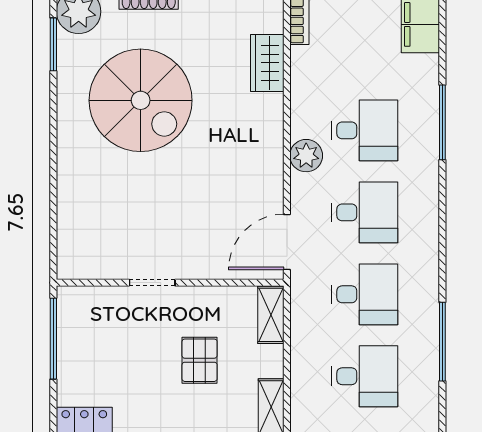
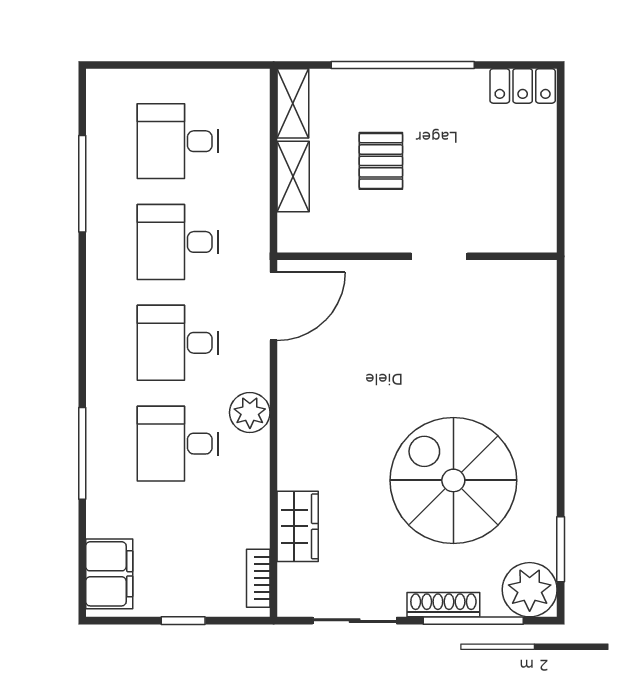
shelving: (271, 315) -> (293, 177), moved
window: (53, 339) -> (561, 187), removed

